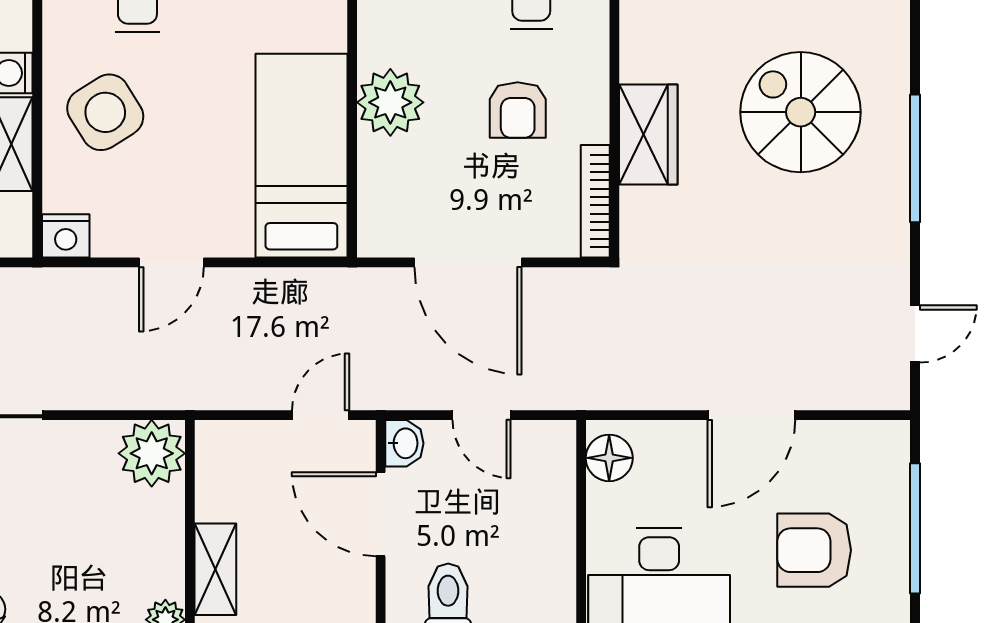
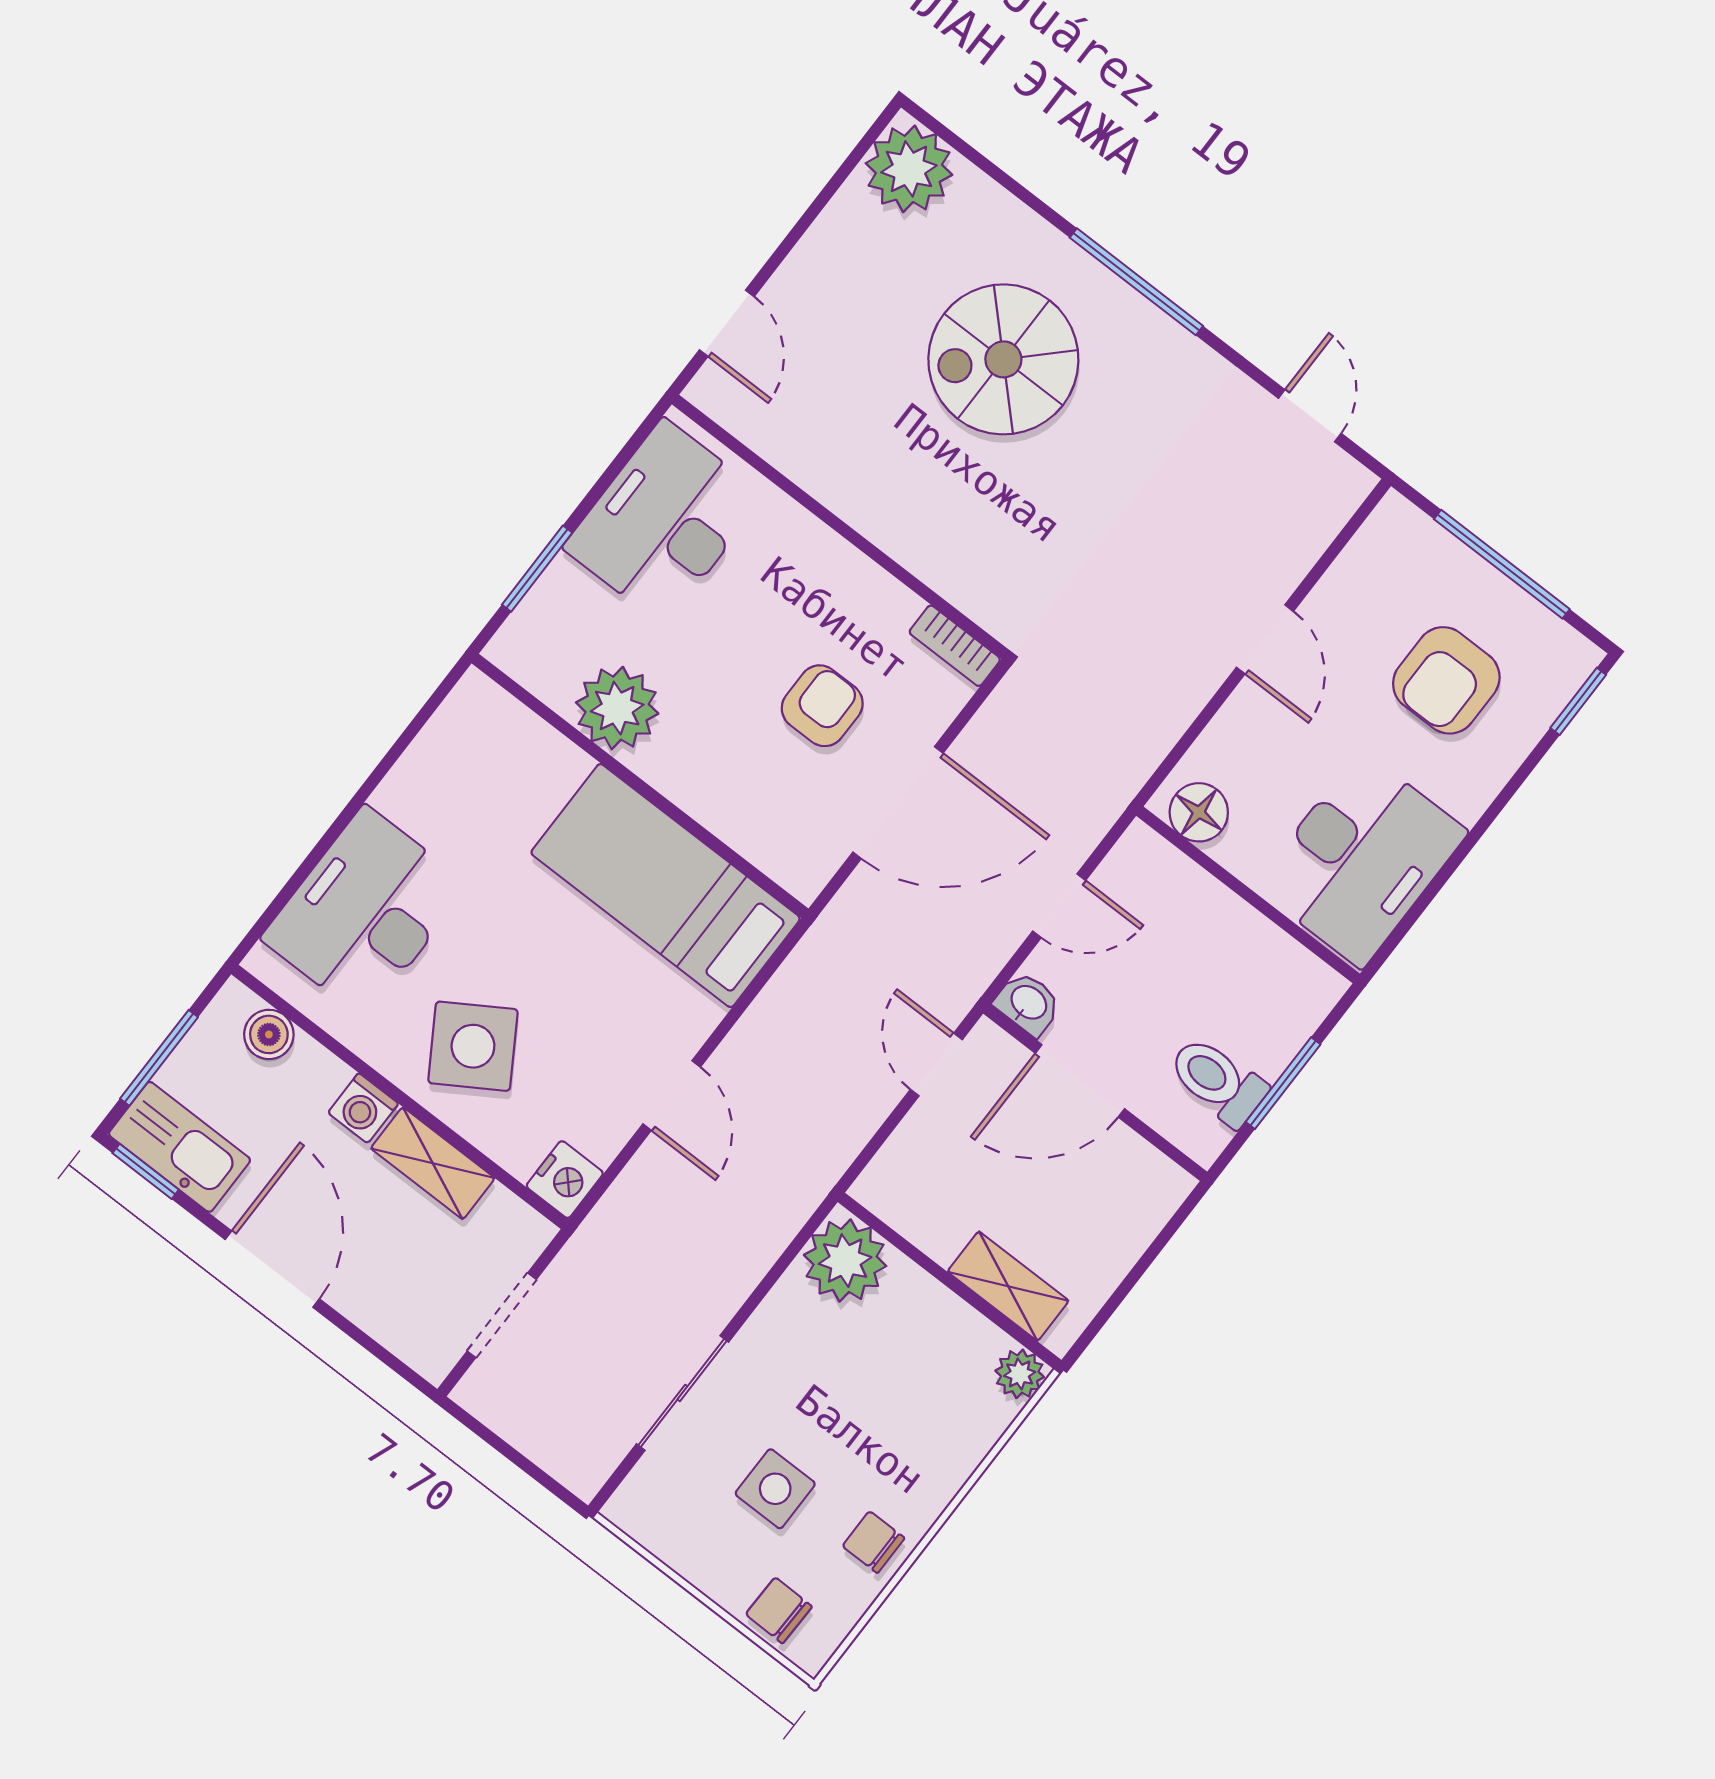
plant: (390, 102) -> (617, 708), moved
armchair: (518, 110) -> (822, 706), moved, turned -90
wardrobe: (648, 134) -> (909, 527), removed
bookcase: (595, 201) -> (955, 646), width x0.64
door: (751, 415) -> (1265, 639), width x0.73

